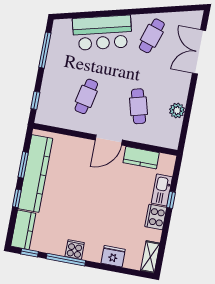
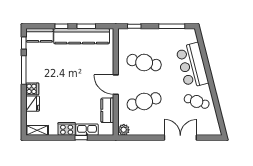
double door: (199, 52) -> (180, 138), moved
cafe table: (86, 96) -> (144, 63), width x1.37, depth x1.35
cafe table: (138, 106) -> (144, 101), width x1.37, depth x1.35
plant: (177, 110) -> (124, 130), moved
cooker: (75, 249) -> (32, 89), moved

